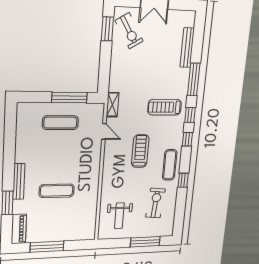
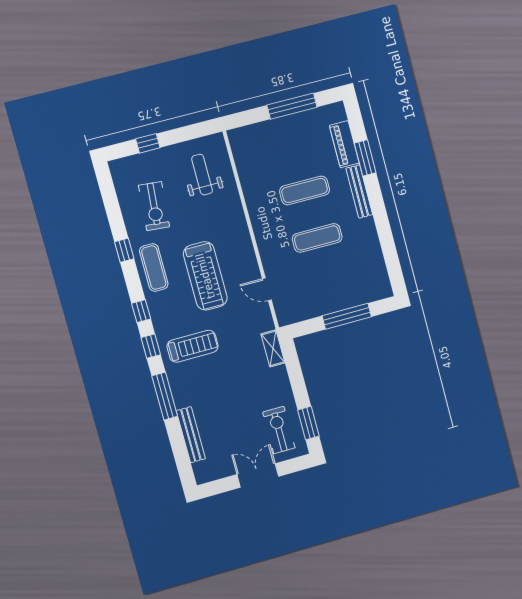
exercise bike: (129, 31) -> (279, 430), turned 32
window: (69, 98) -> (347, 316), moved
shelving: (113, 105) -> (273, 348), moved
exercise mat: (60, 123) -> (317, 238), moved
treadmill: (140, 151) -> (205, 276), width x1.37, depth x1.38
piano: (19, 229) -> (344, 144), moved
window: (145, 242) -> (148, 143), width x0.46

